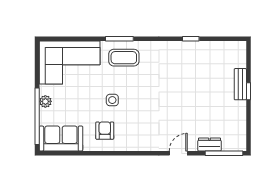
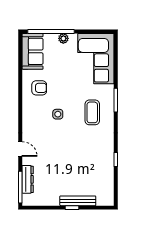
coffee table: (124, 58) -> (92, 112), moved
bench: (240, 84) -> (78, 201), width x1.36
side table: (112, 100) -> (58, 114), moved
dresser: (209, 144) -> (28, 179), width x1.44

